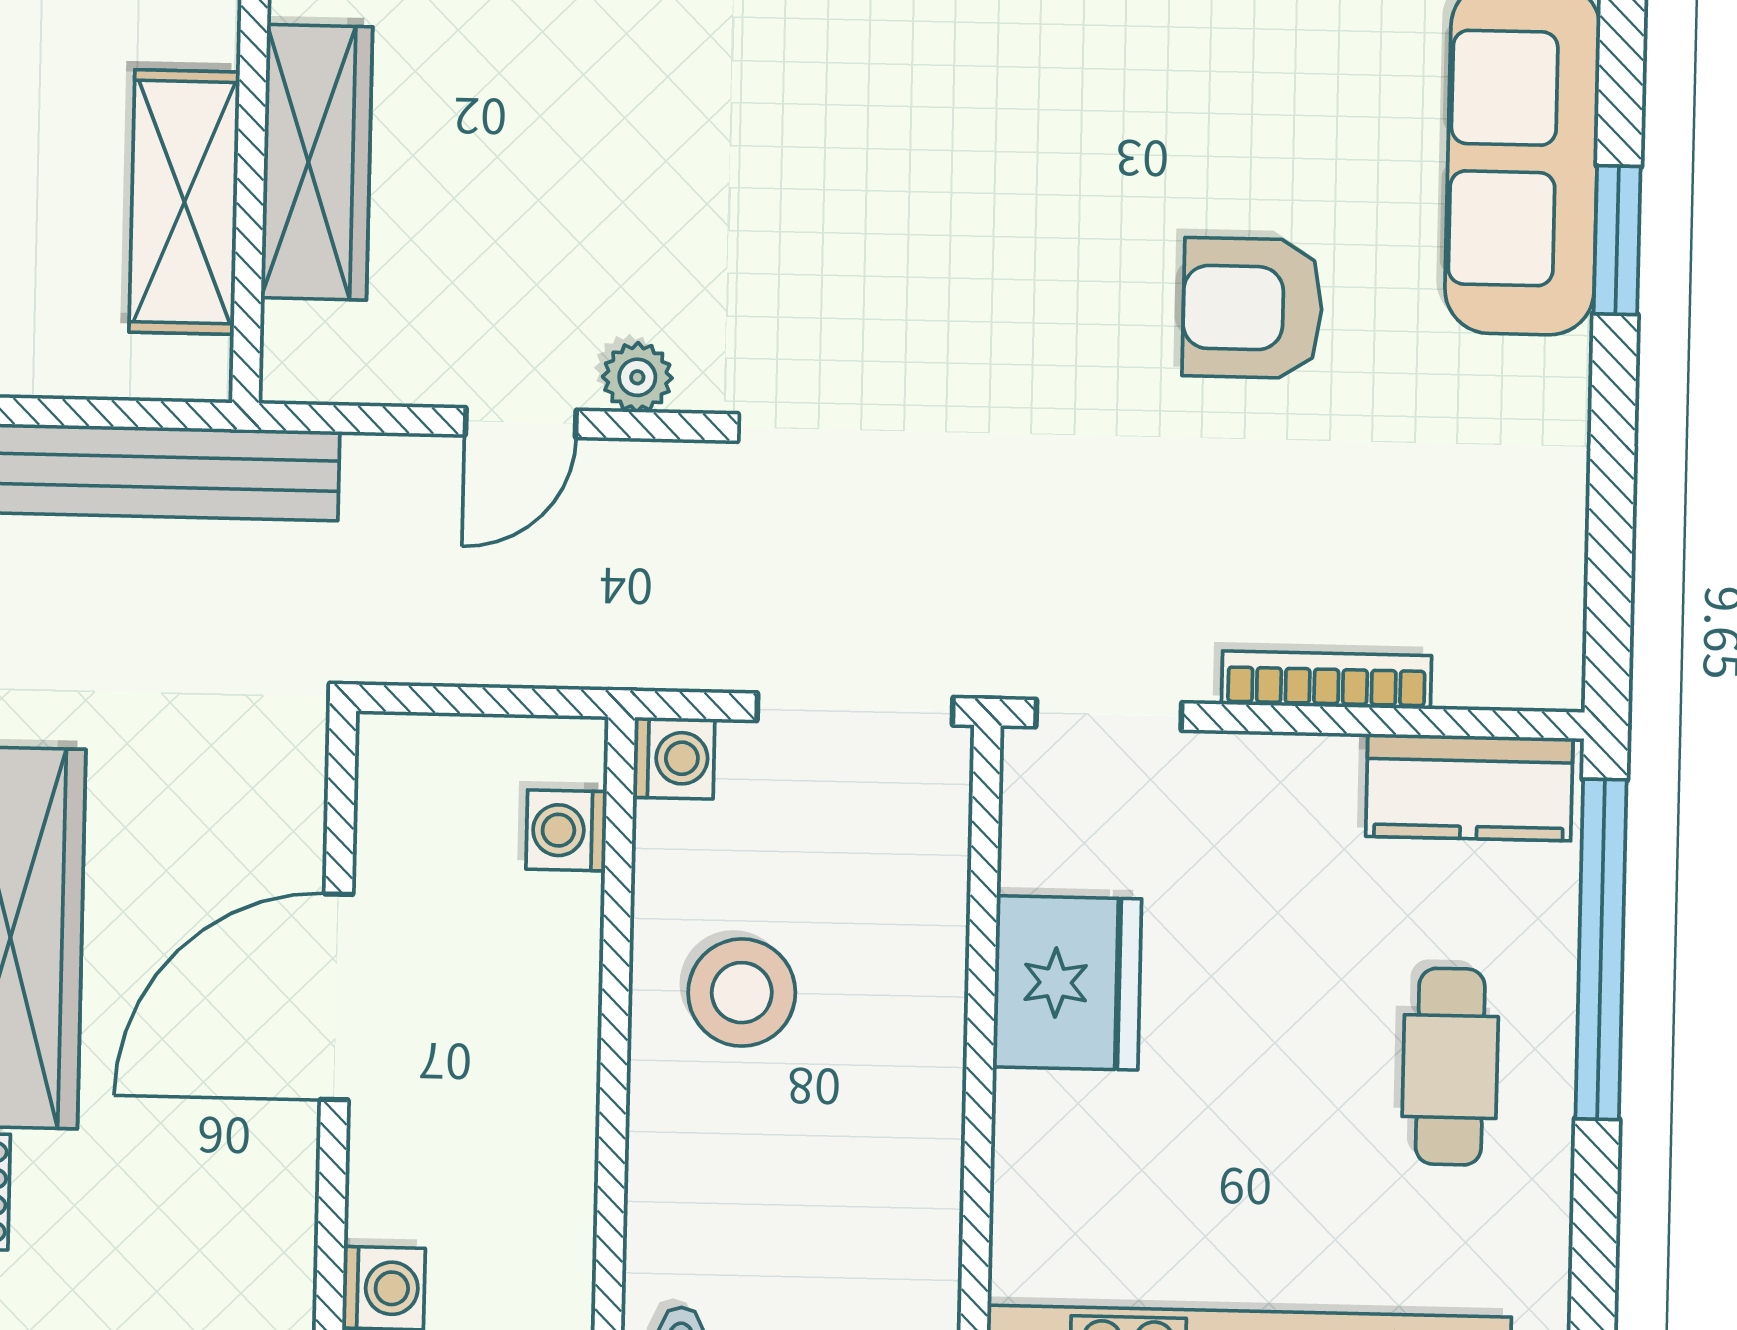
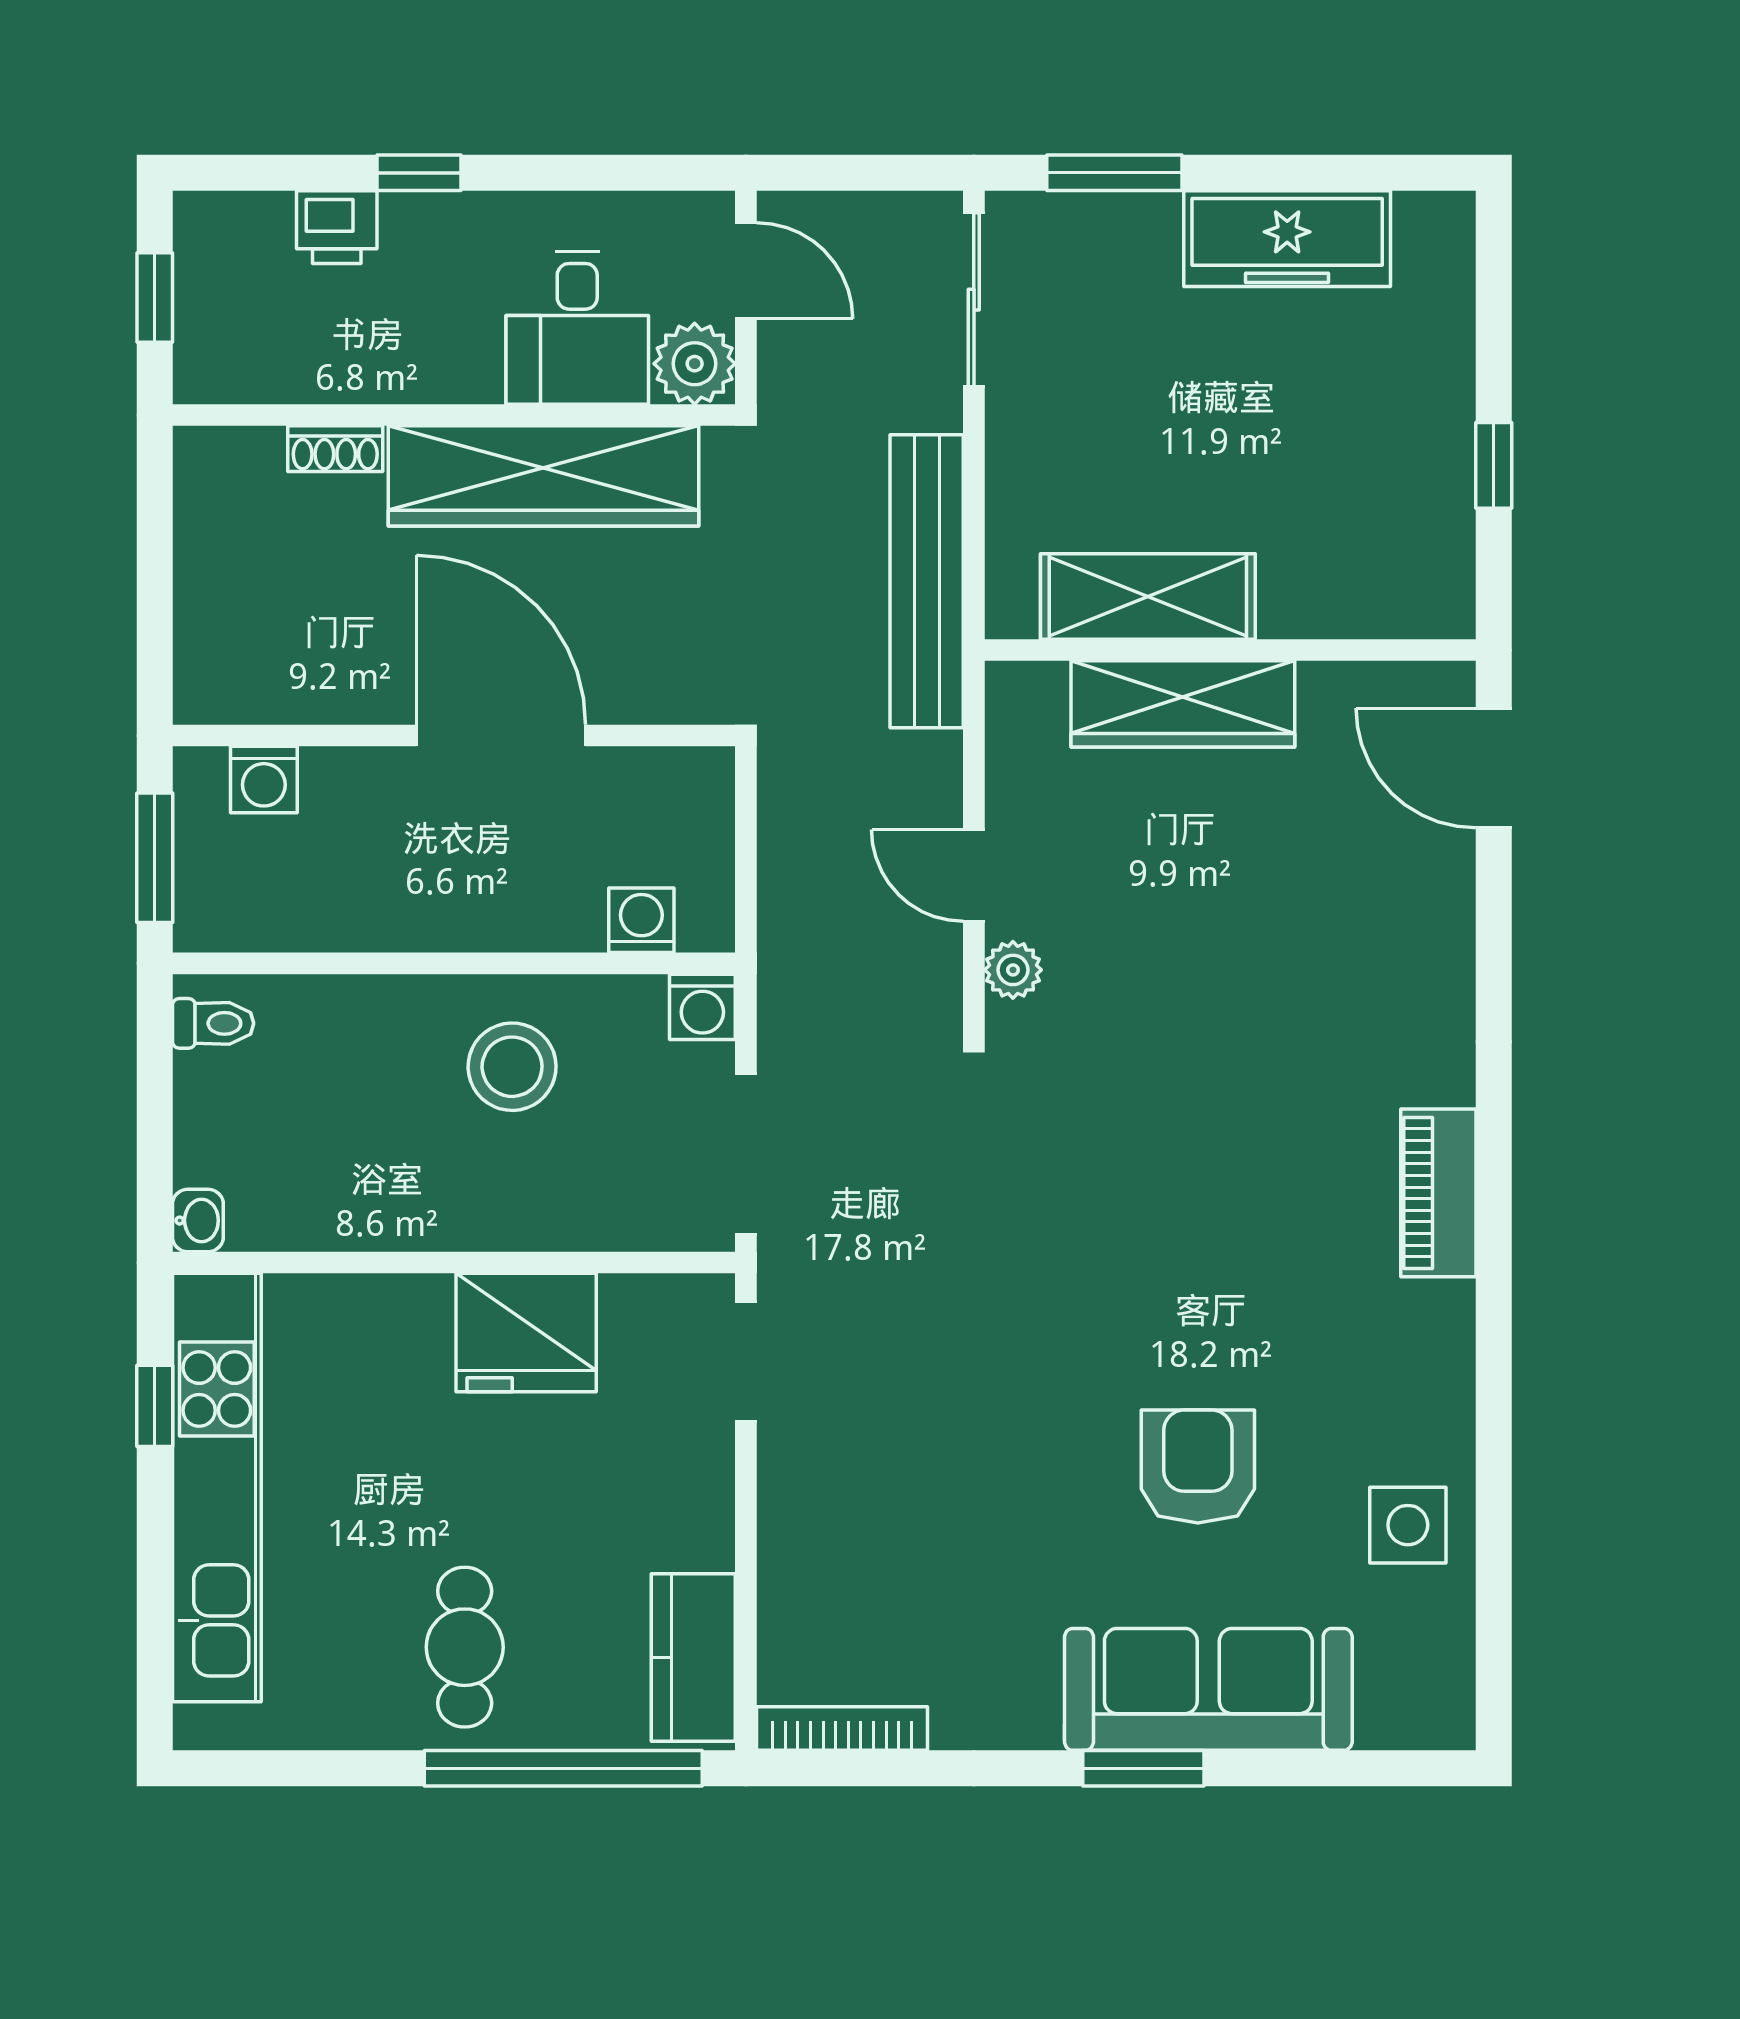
armchair: (1253, 308) -> (1198, 1466), moved
bookcase: (1326, 680) -> (842, 1729), moved, turned -90
cafe table: (1450, 1067) -> (465, 1647), turned 90

